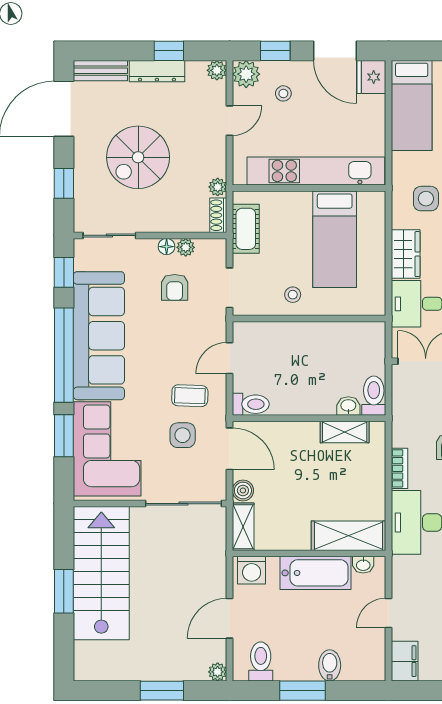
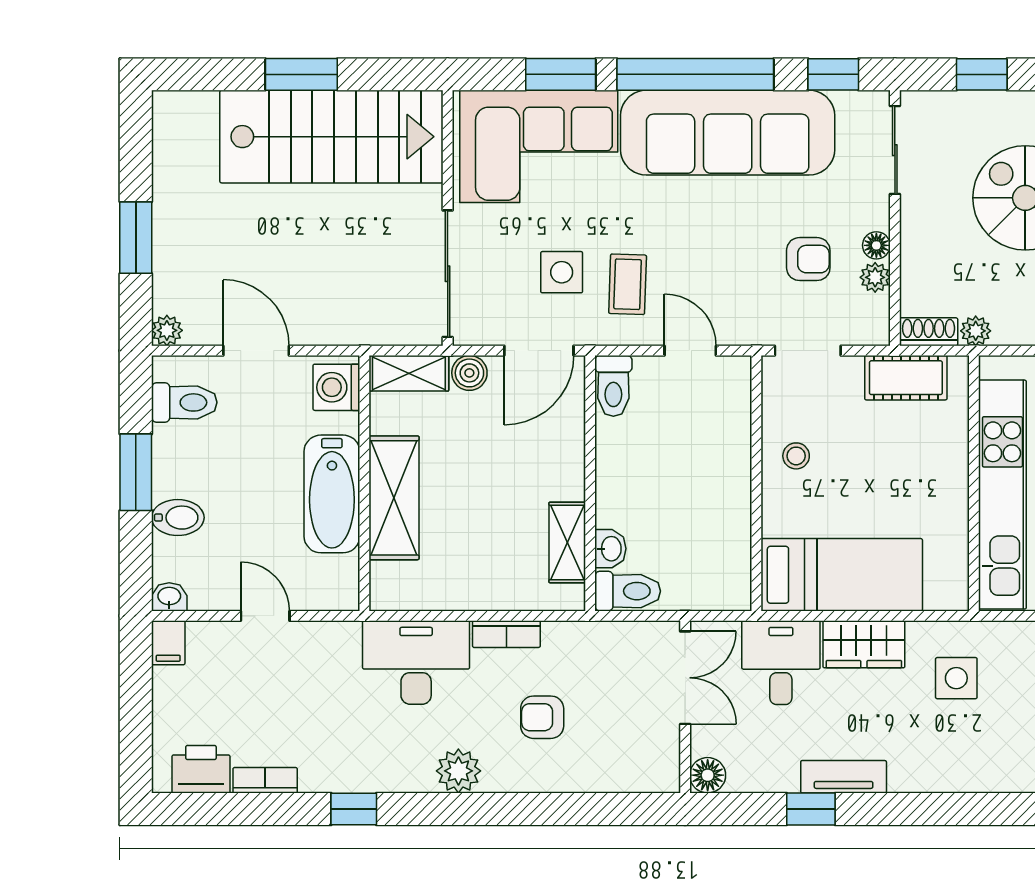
bed: (335, 239) -> (842, 575), moved, turned 180
armchair: (175, 287) -> (808, 259), turned 180
shelving: (349, 536) -> (394, 498), moved
washbasin: (363, 565) -> (169, 597), moved, turned 90
filing cabinet: (405, 661) -> (168, 643), width x0.50

